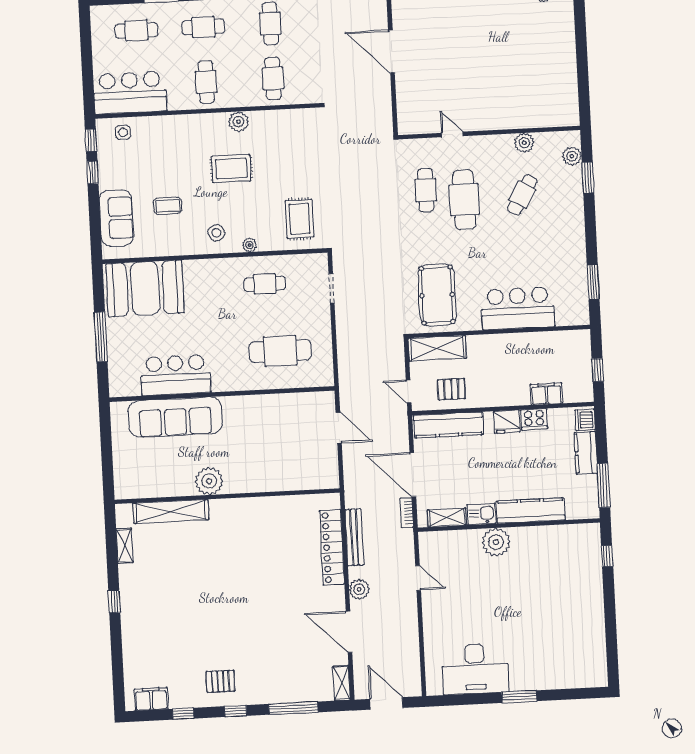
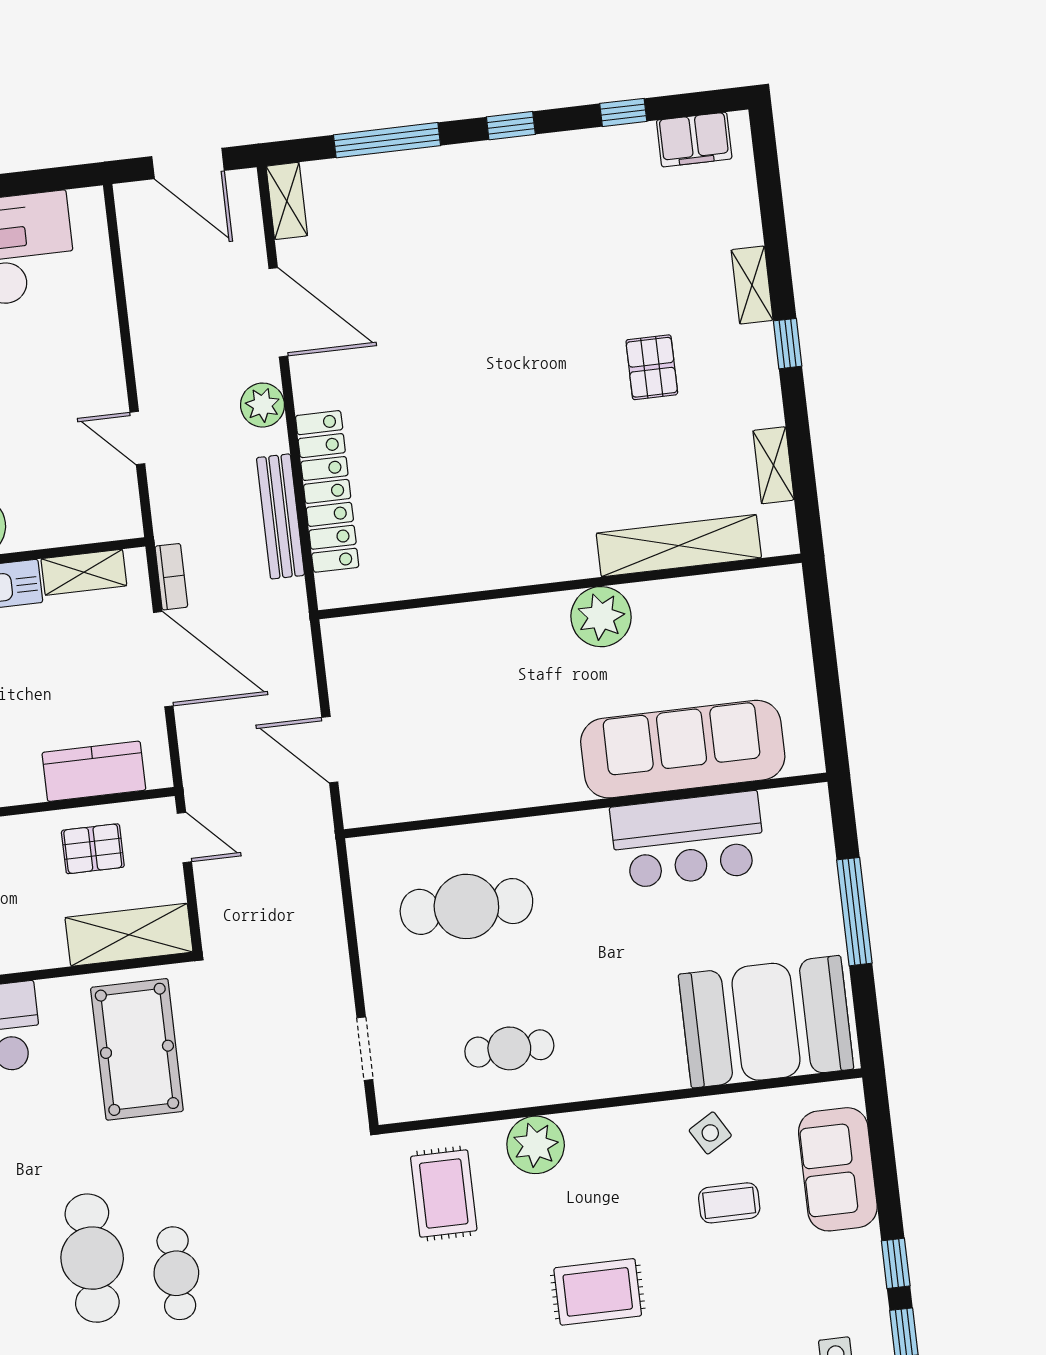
side table: (216, 233) -> (710, 1133), moved
plant: (250, 245) -> (536, 1145), width x1.87, depth x1.87
kitchen counter: (448, 425) -> (94, 771), width x0.67
shelving: (129, 630) -> (752, 285), added
pallet: (221, 681) -> (652, 367), moved, turned 90

